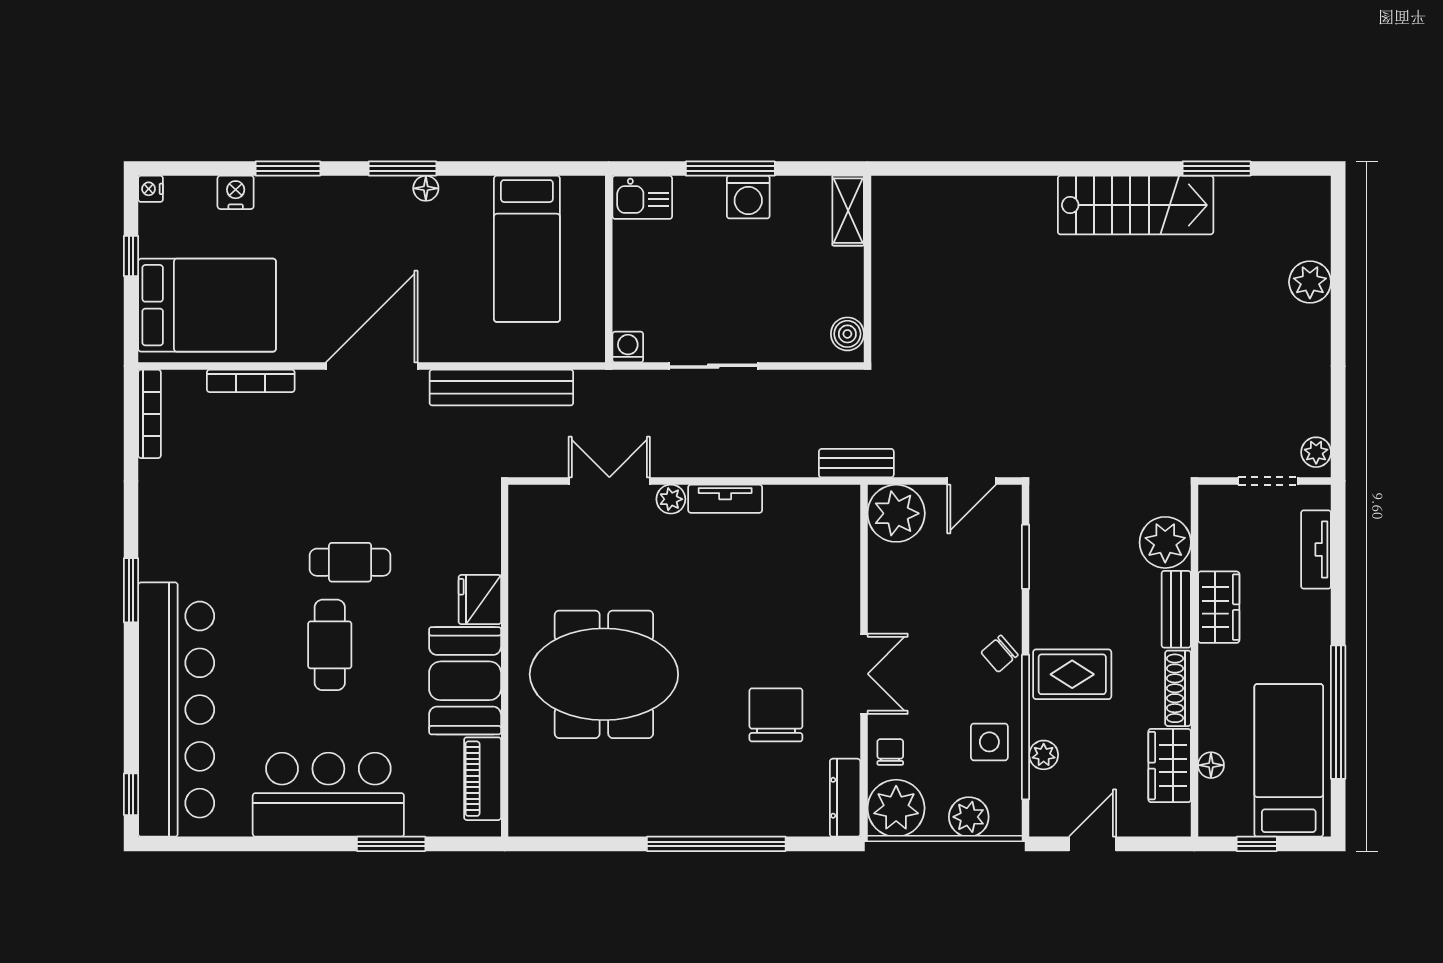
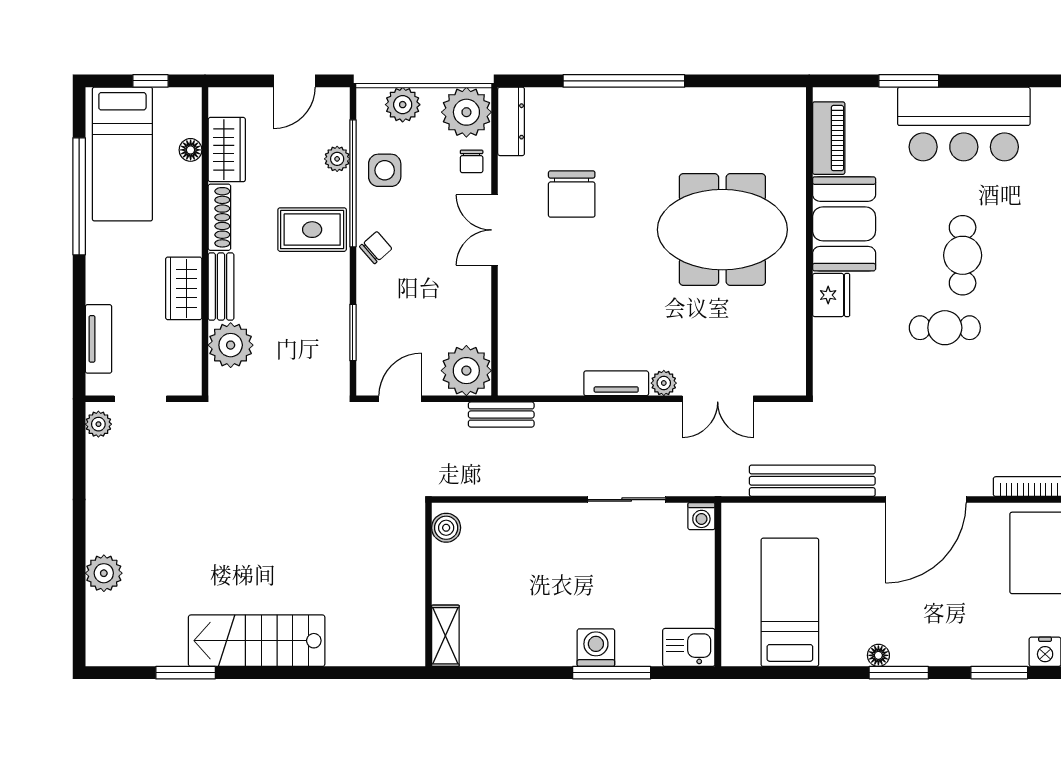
shelving: (848, 211) -> (445, 636), moved
wall: (868, 269) -> (428, 585), moved
boiler: (847, 334) -> (446, 528), moved

